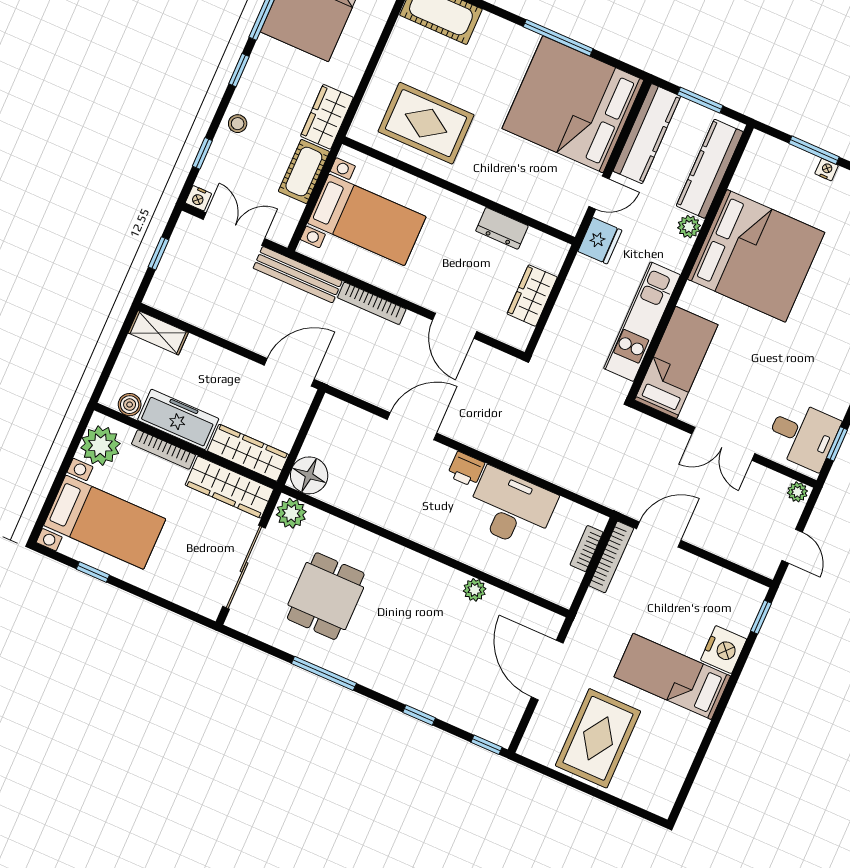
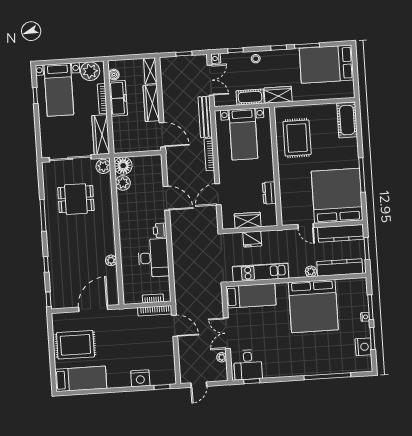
fridge: (600, 241) -> (252, 239), moved
wardrobe: (248, 453) -> (151, 103), moved, turned 180
plant: (797, 492) -> (222, 357), moved
plant: (341, 493) -> (123, 183), added
bed: (672, 676) -> (81, 379), moved, turned 90

